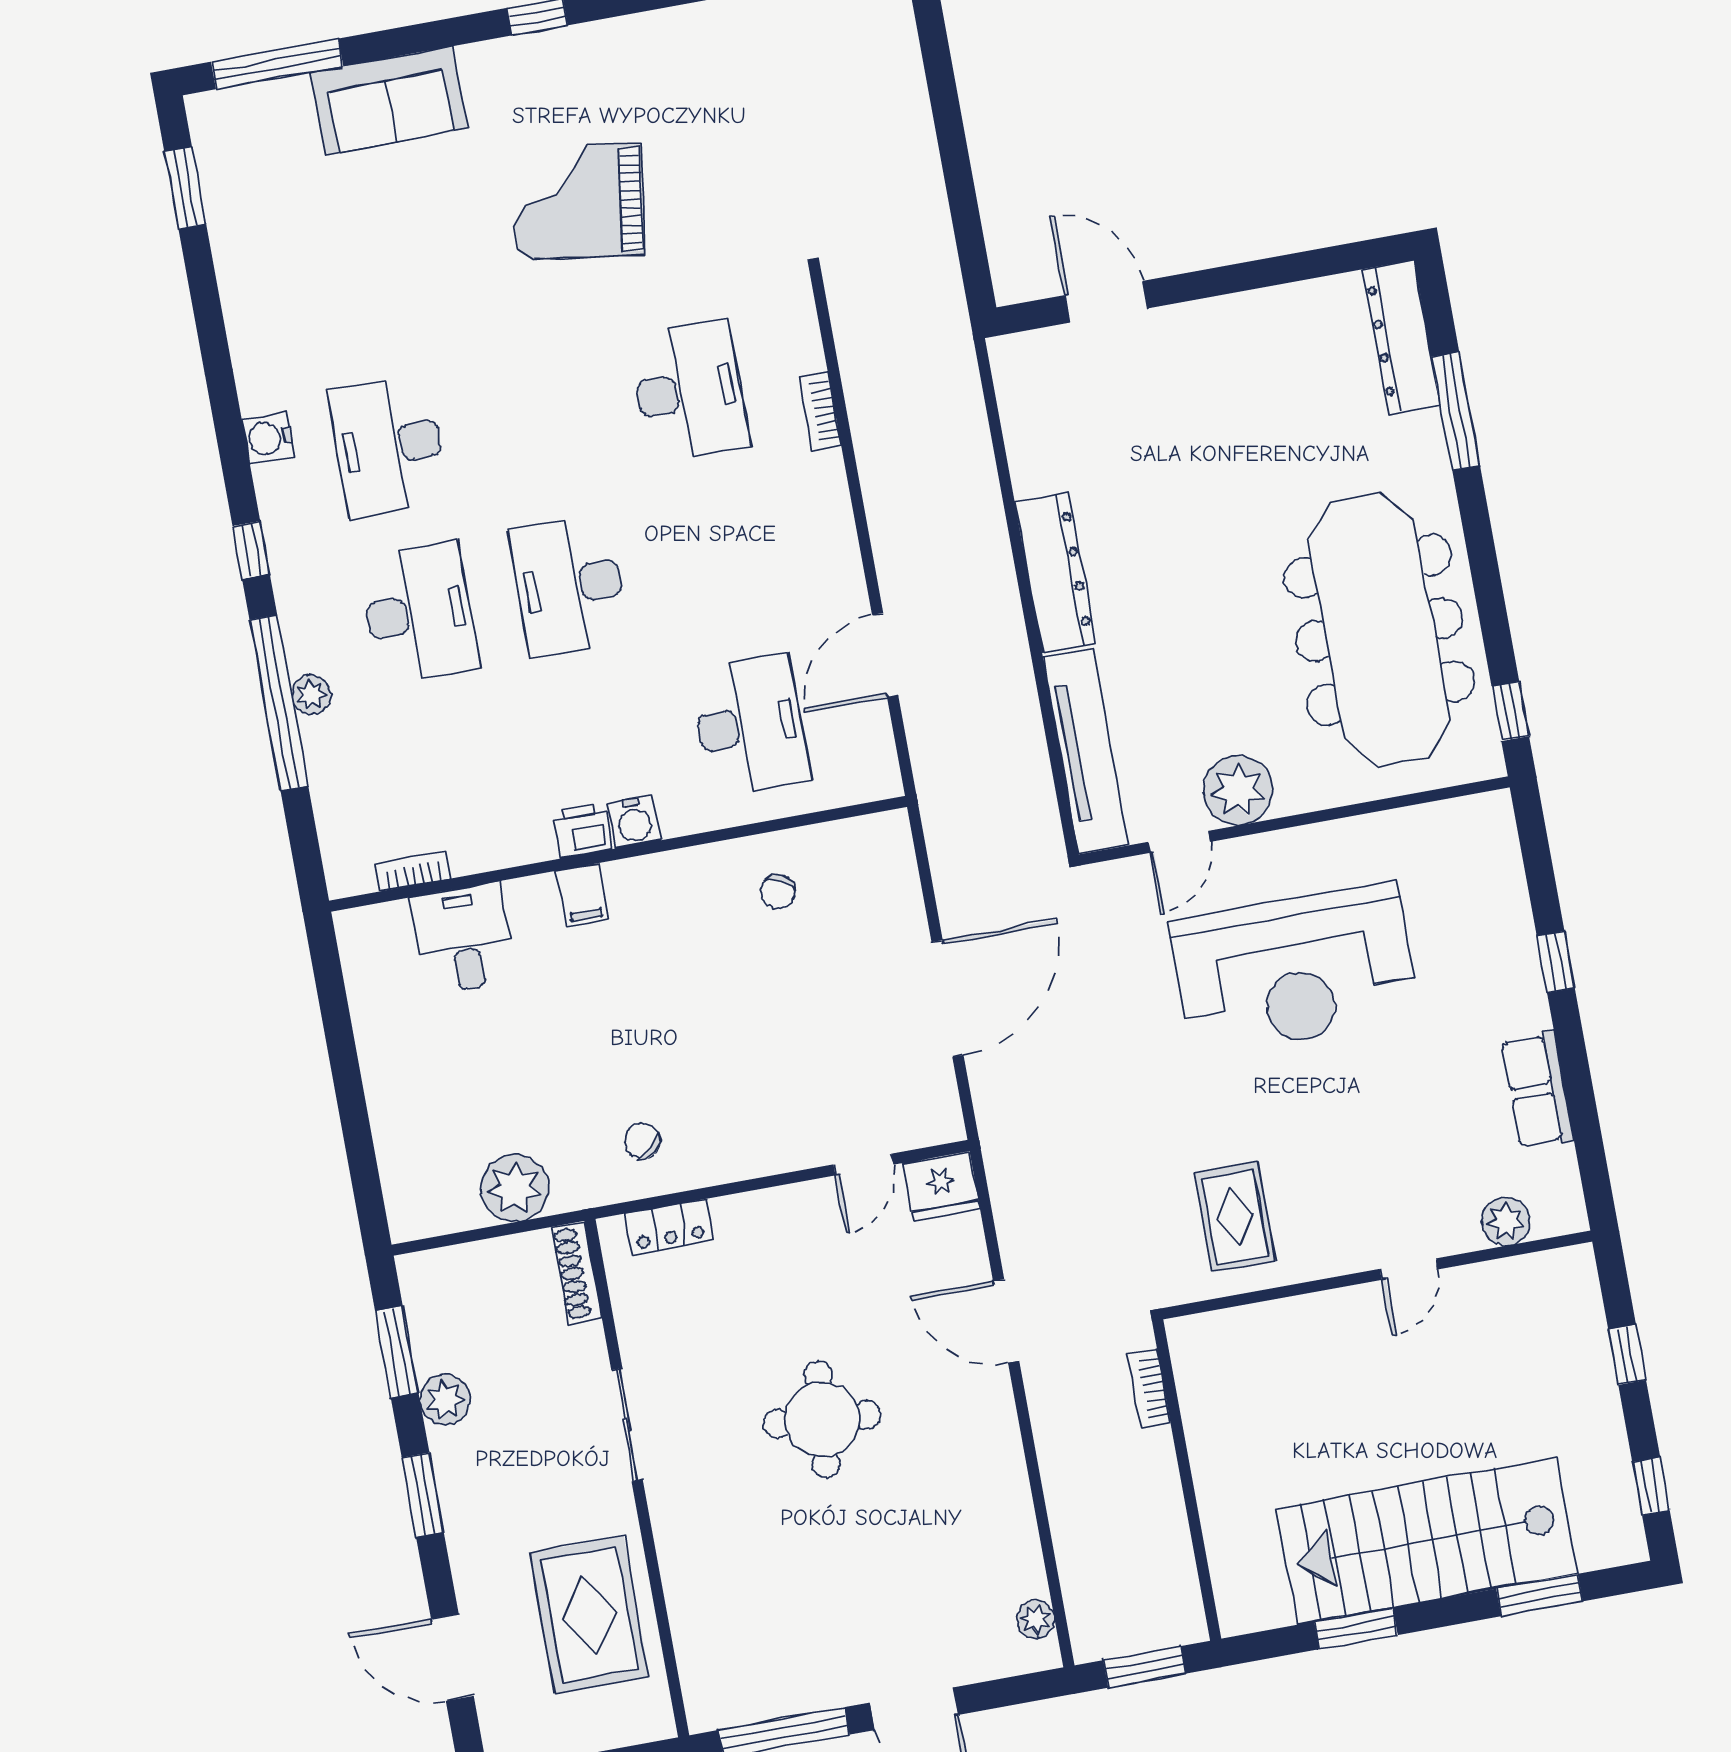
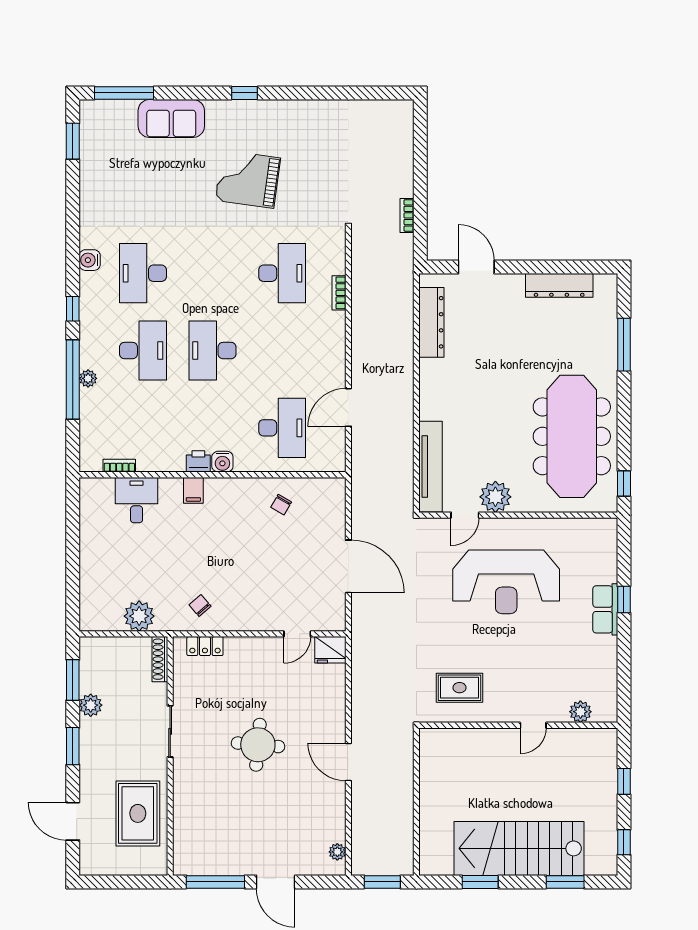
dresser: (1401, 337) -> (559, 285), moved, turned -90
dresser: (1055, 573) -> (431, 322), moved
door: (948, 999) -> (348, 566), hinge flipped
row of seats: (1537, 1090) -> (605, 609), moved
rug: (1235, 1217) -> (460, 688), turned 90
door: (1006, 1321) -> (348, 762), moved
bookcase: (1149, 1389) -> (407, 215), moved

